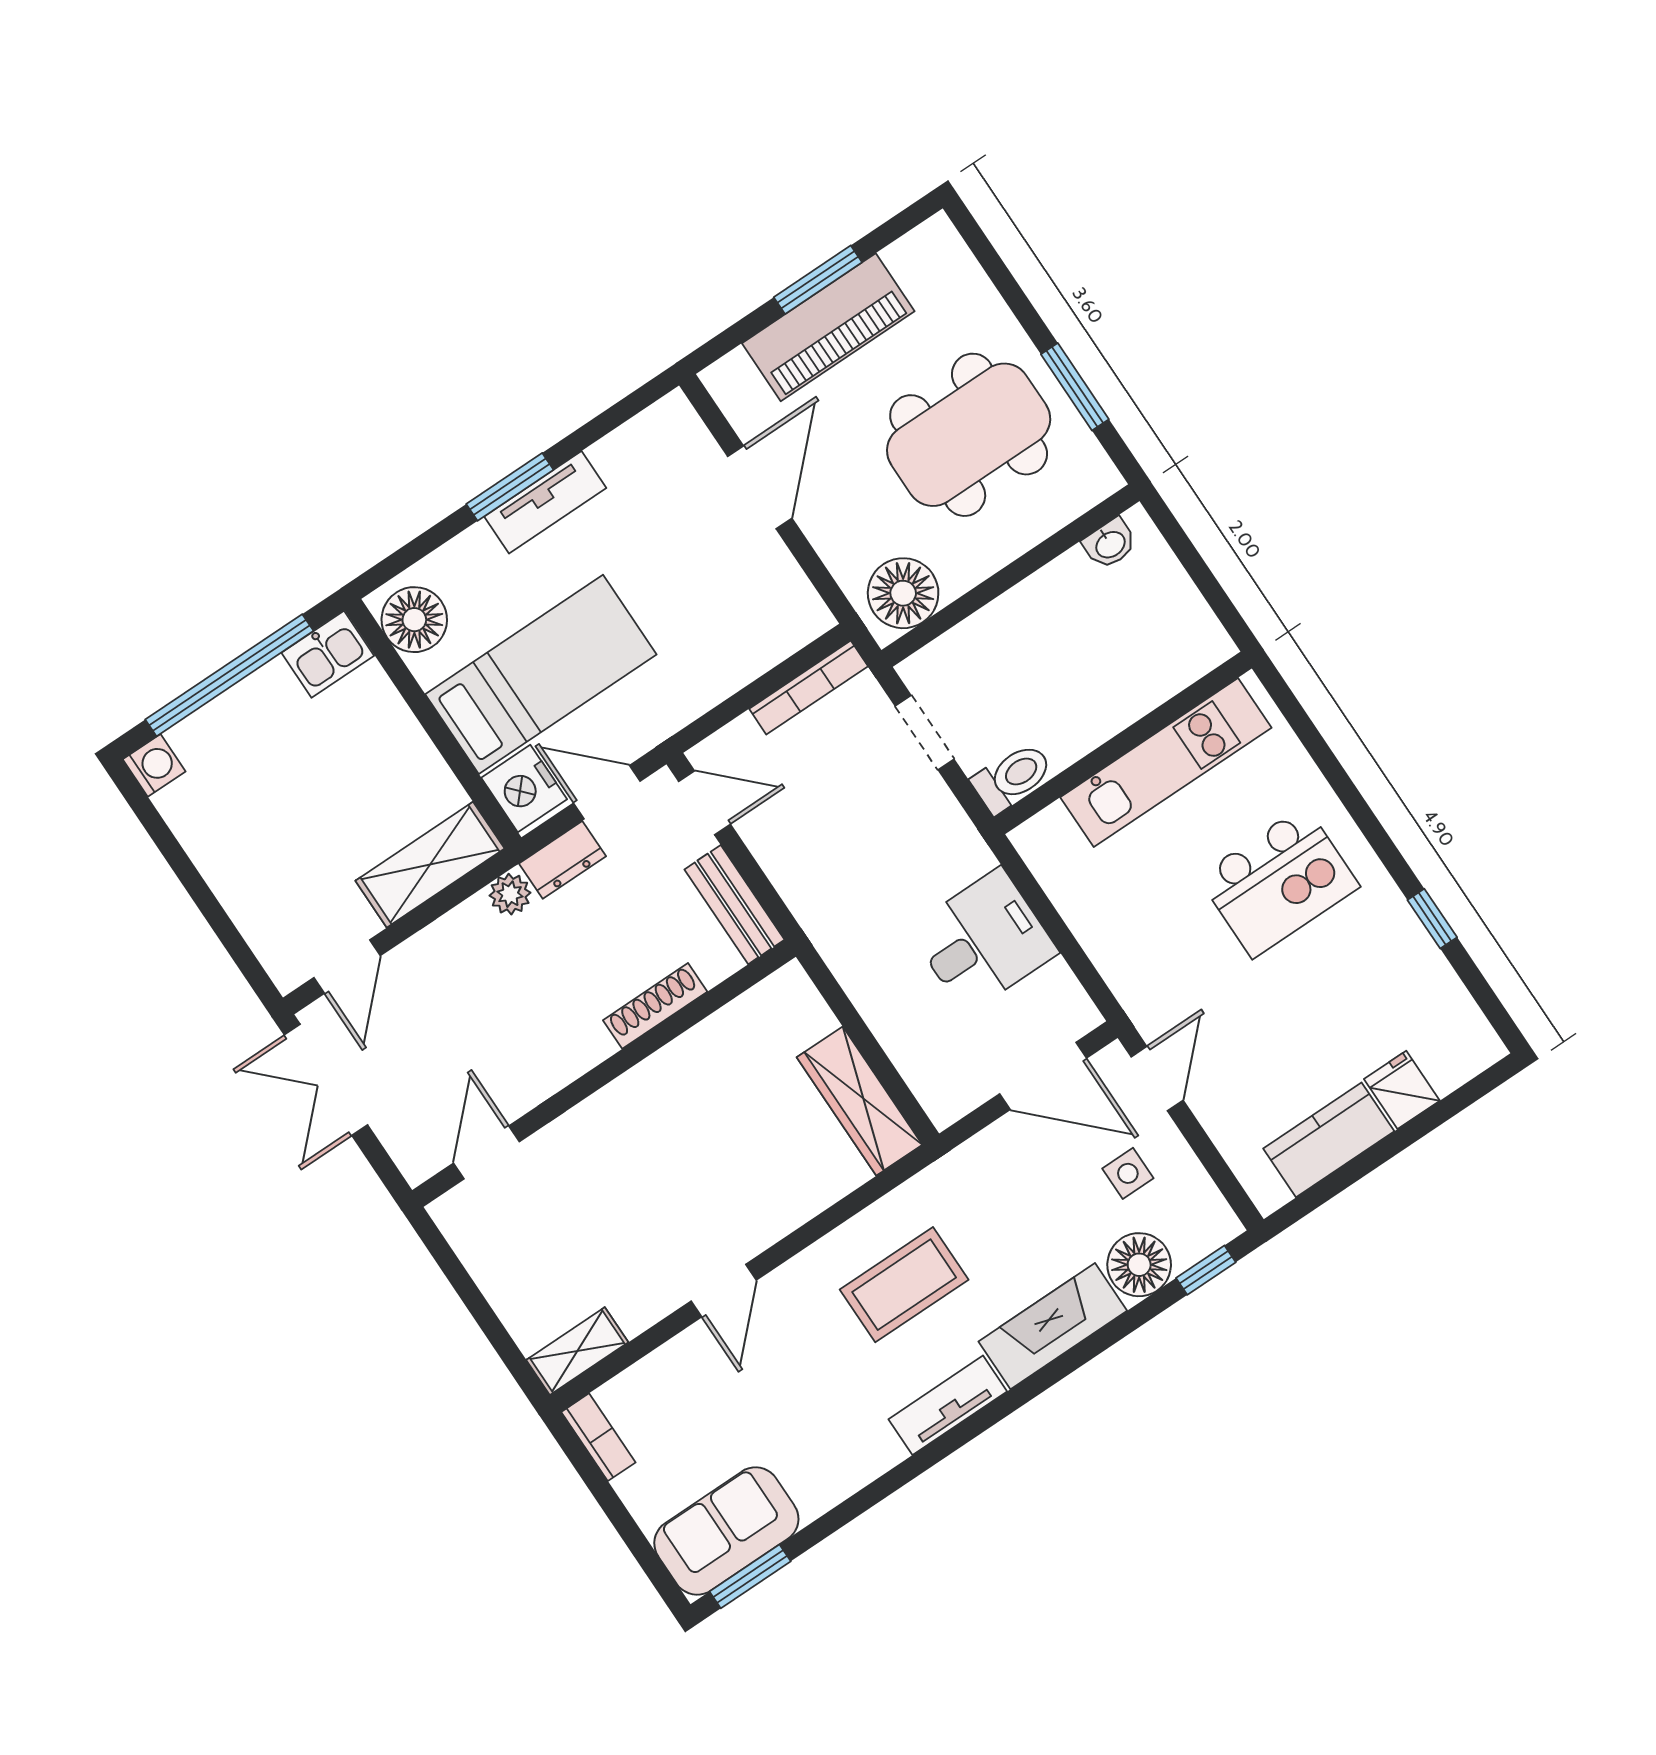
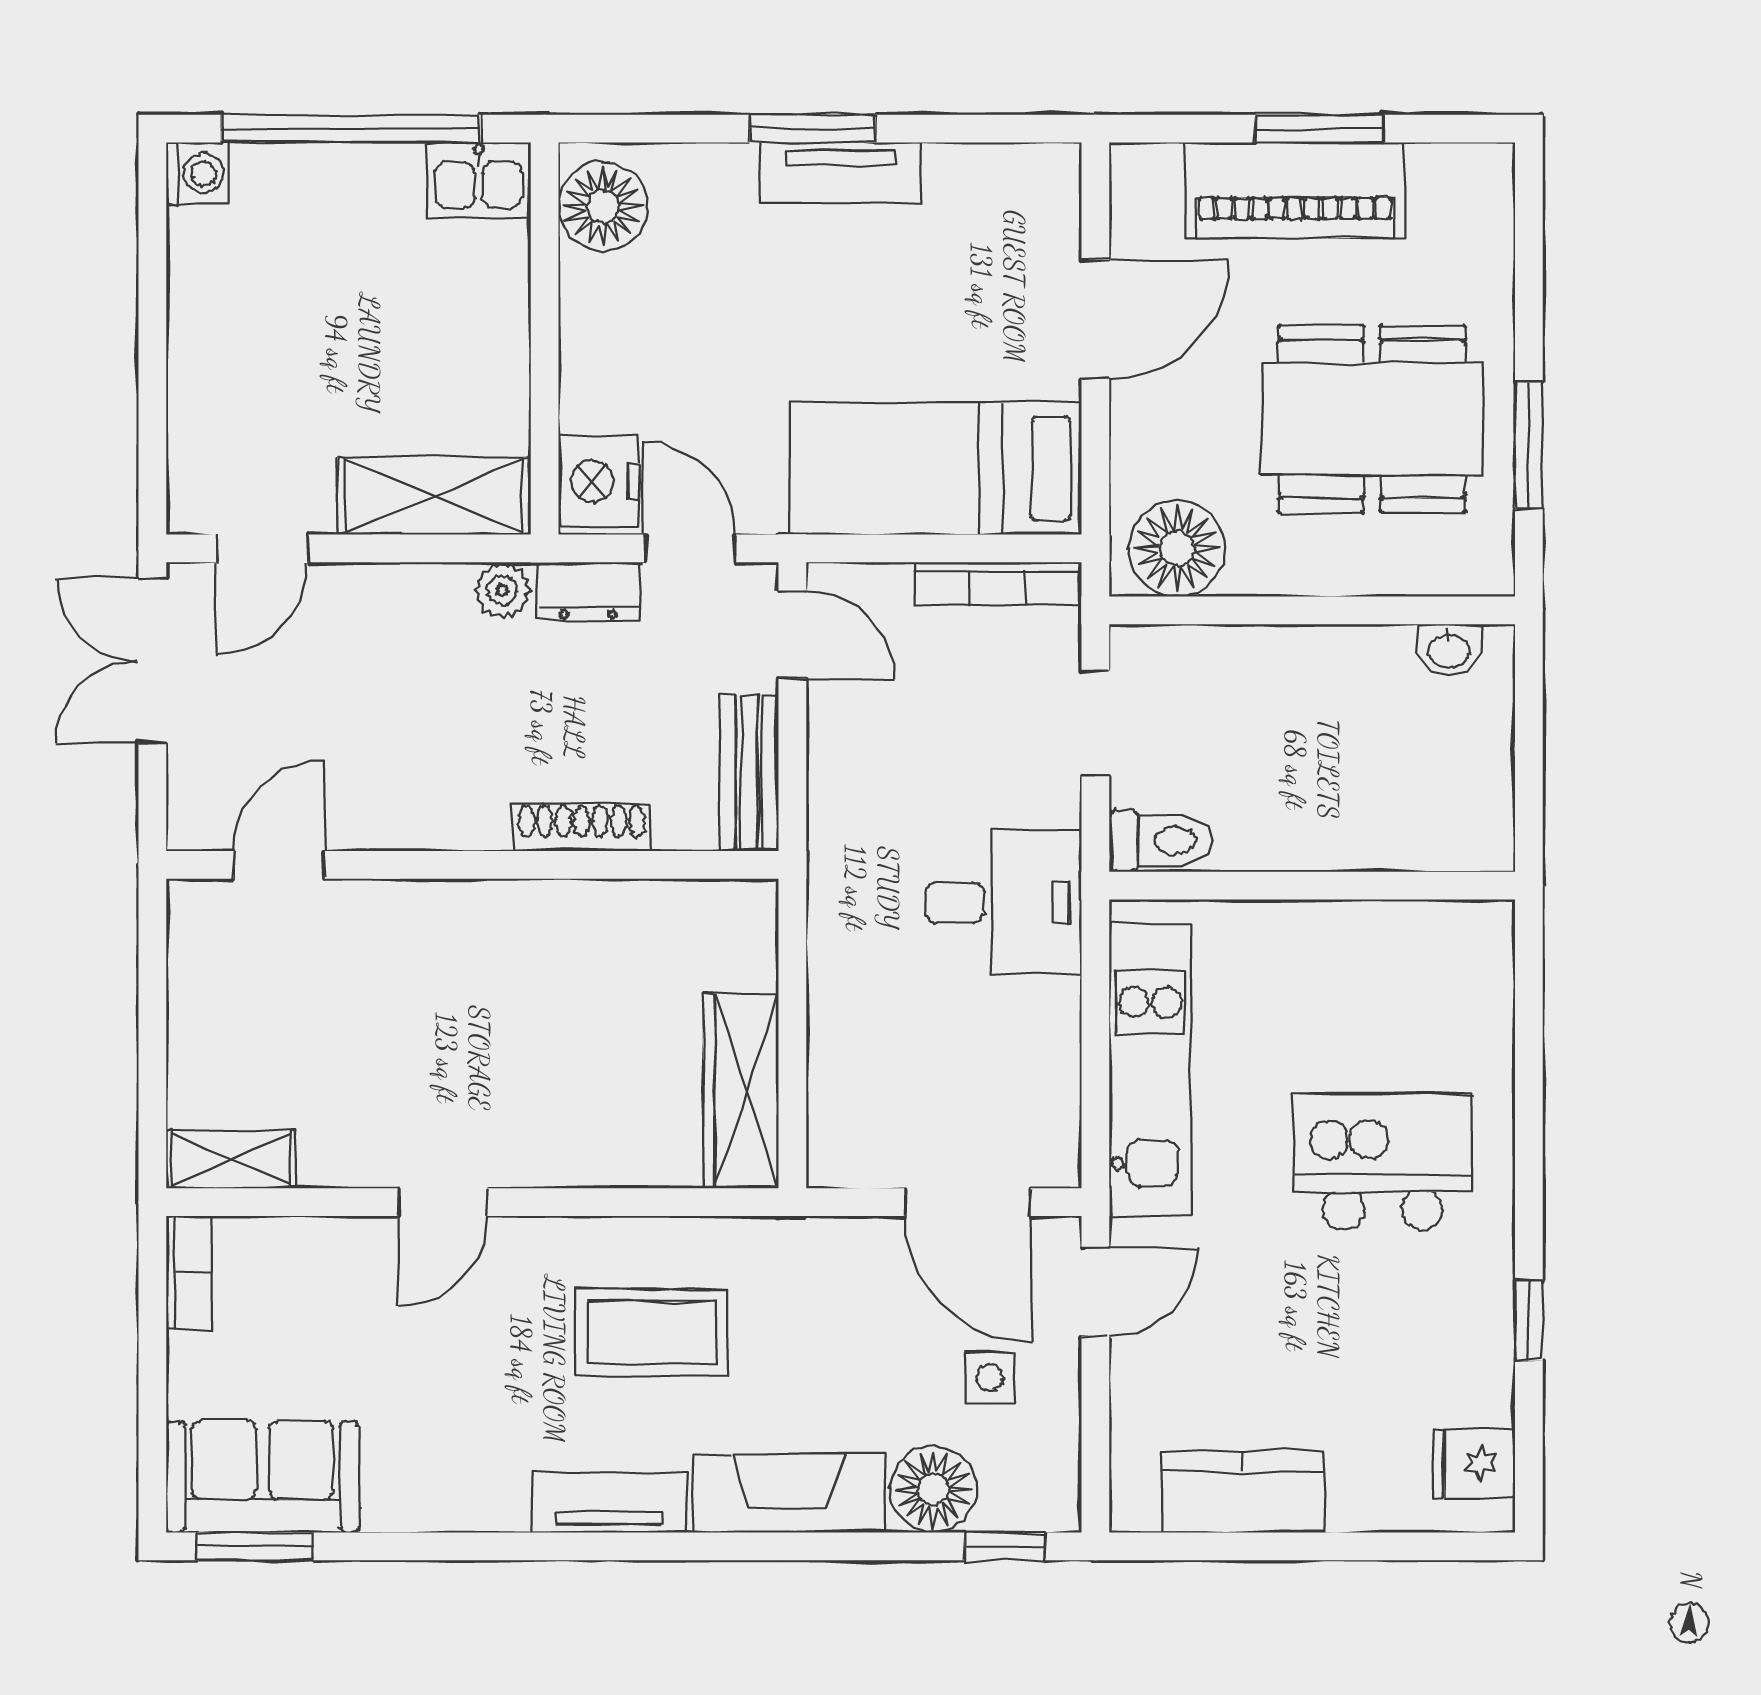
bed: (541, 674) -> (935, 469), moved, turned 180
kitchen unit: (1166, 763) -> (1150, 1070), moved, turned -90
kitchen island: (1279, 882) -> (1383, 1162), turned 180
desk: (983, 941) -> (1003, 902), moved
fridge: (1402, 1090) -> (1474, 1464), moved, turned -90

